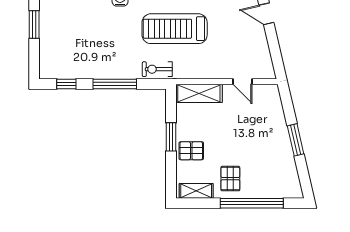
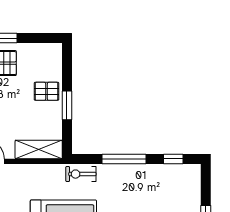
exercise bike: (157, 69) -> (81, 174), turned 180
shelving: (196, 191) -> (42, 51), removed

